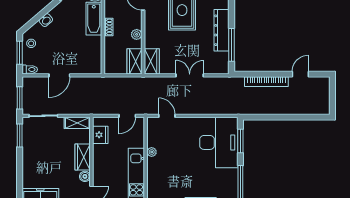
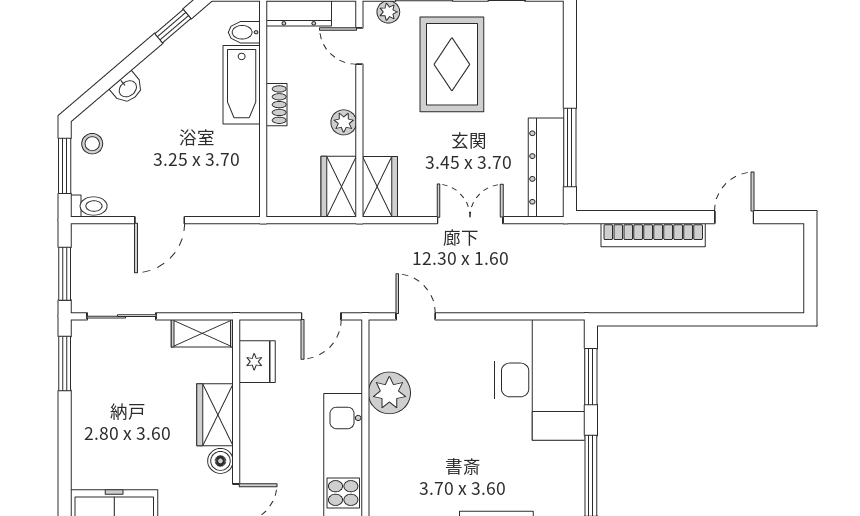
dresser: (222, 30) -> (546, 168), moved
plant: (152, 152) -> (389, 393), width x1.87, depth x1.87

